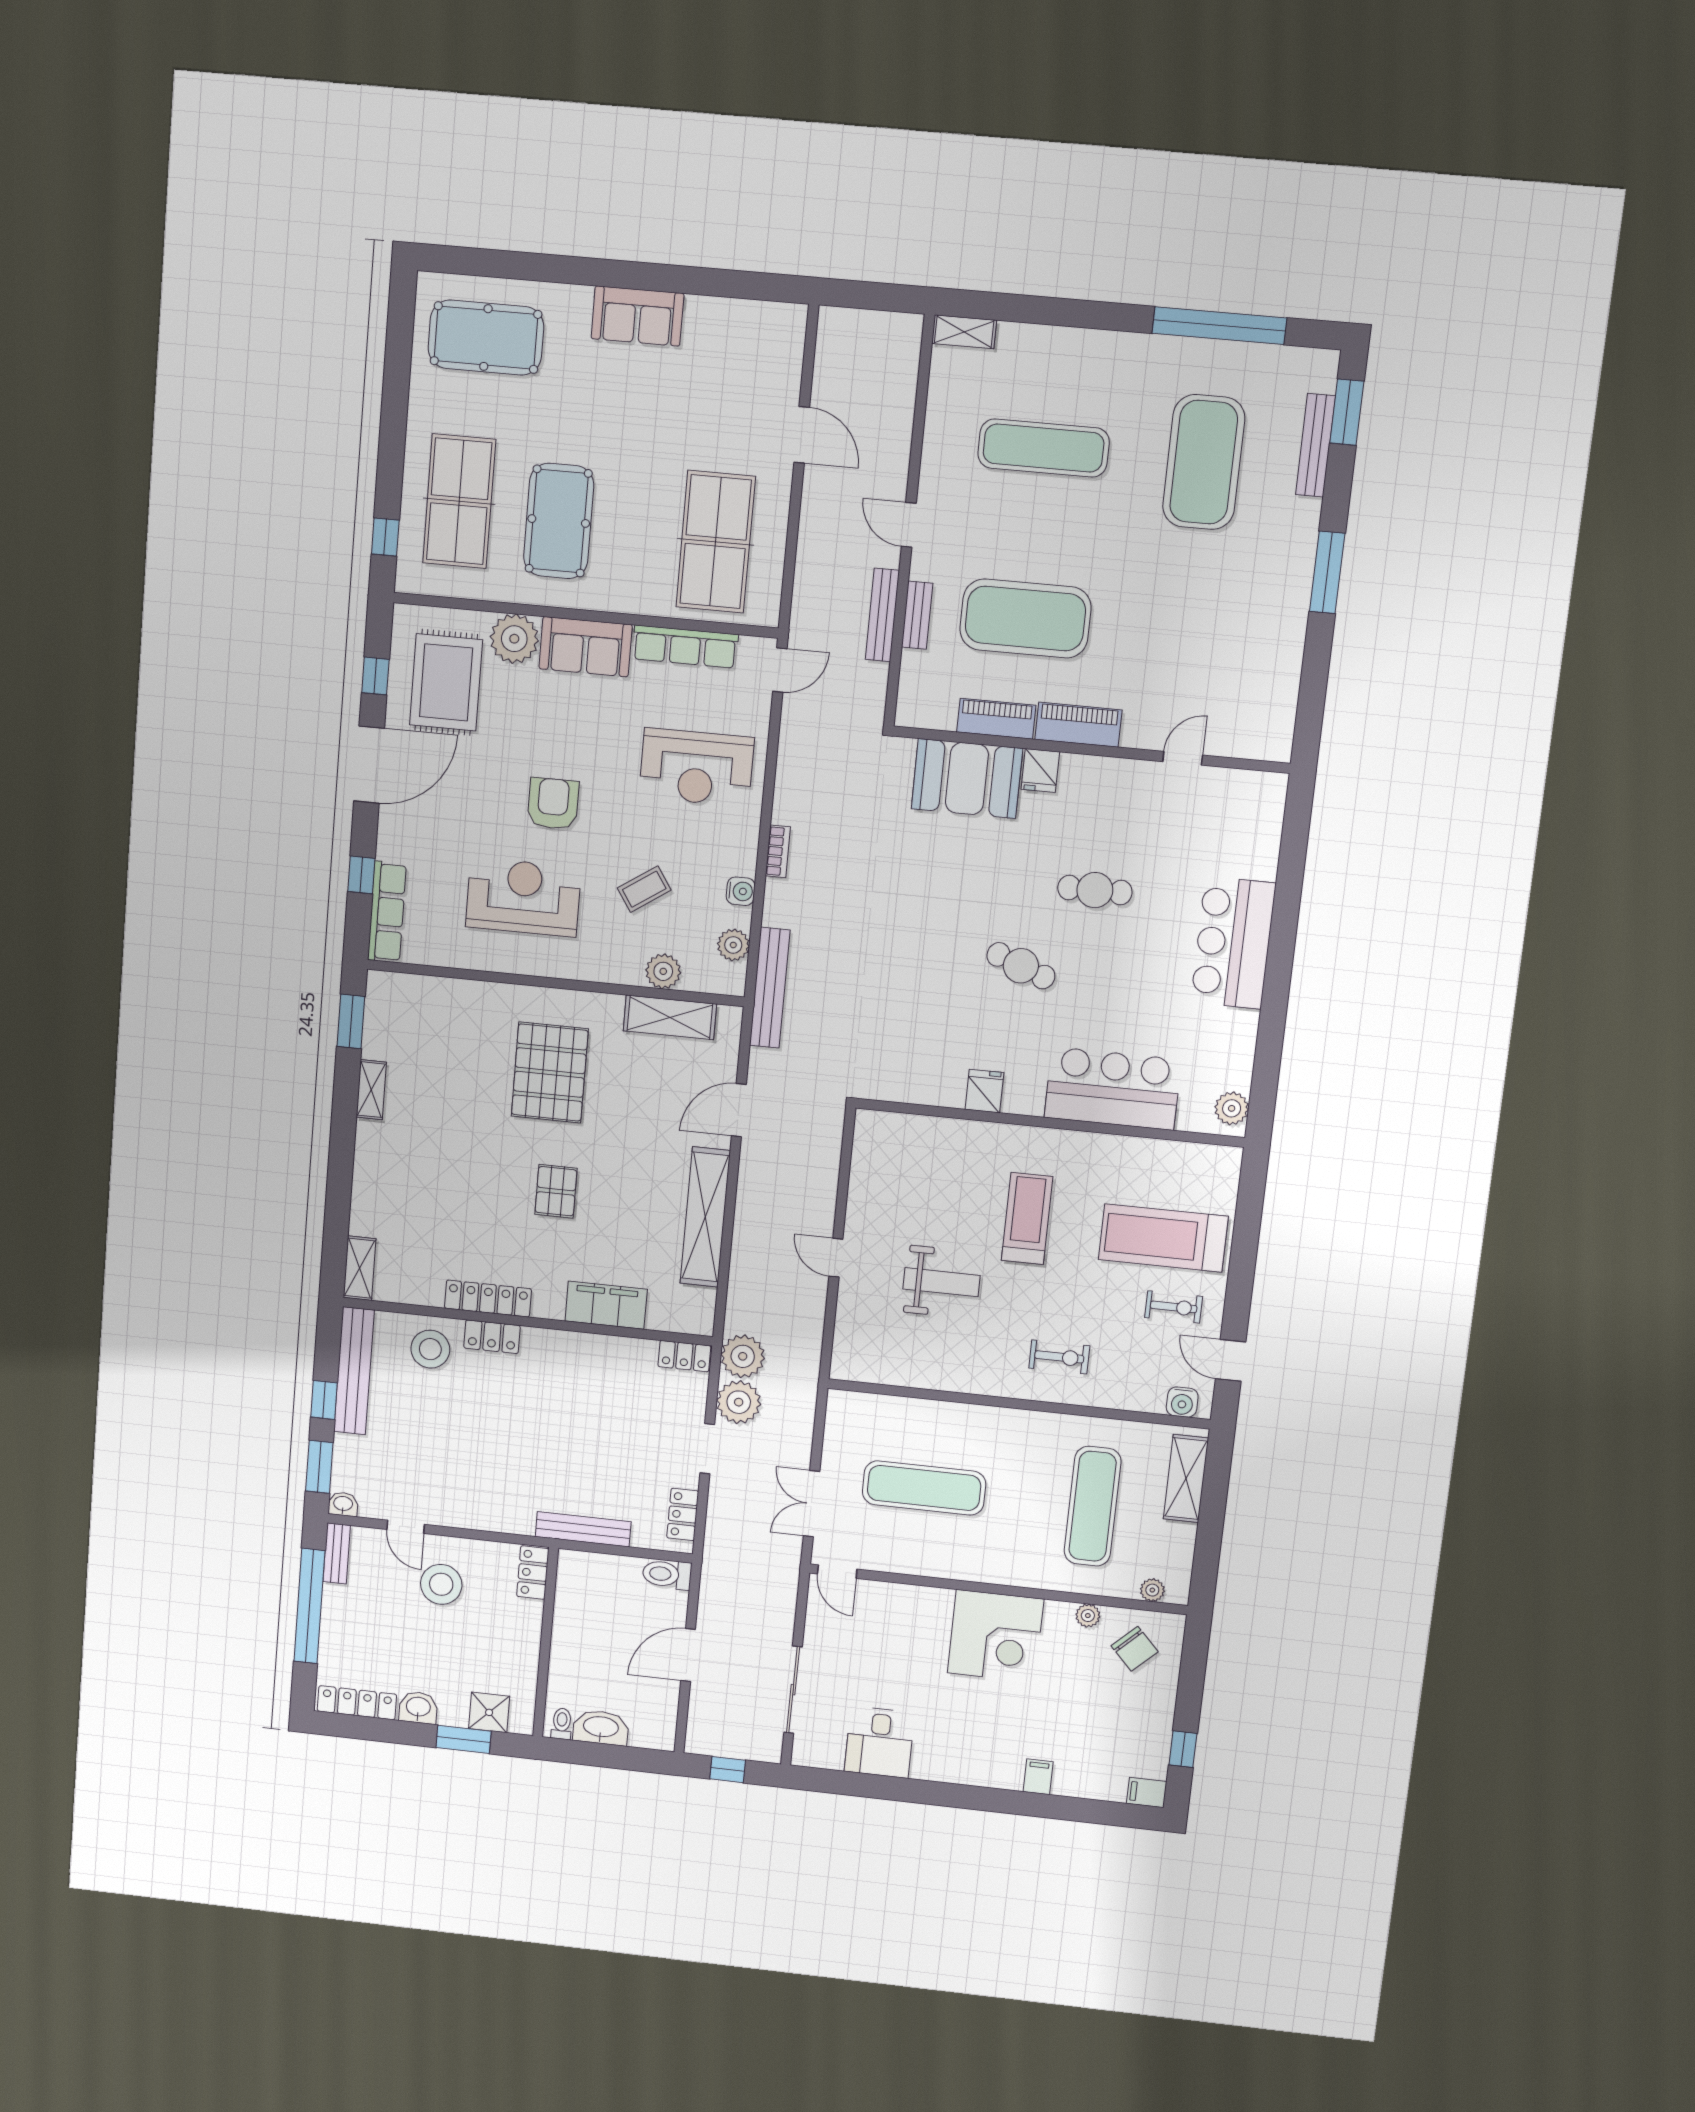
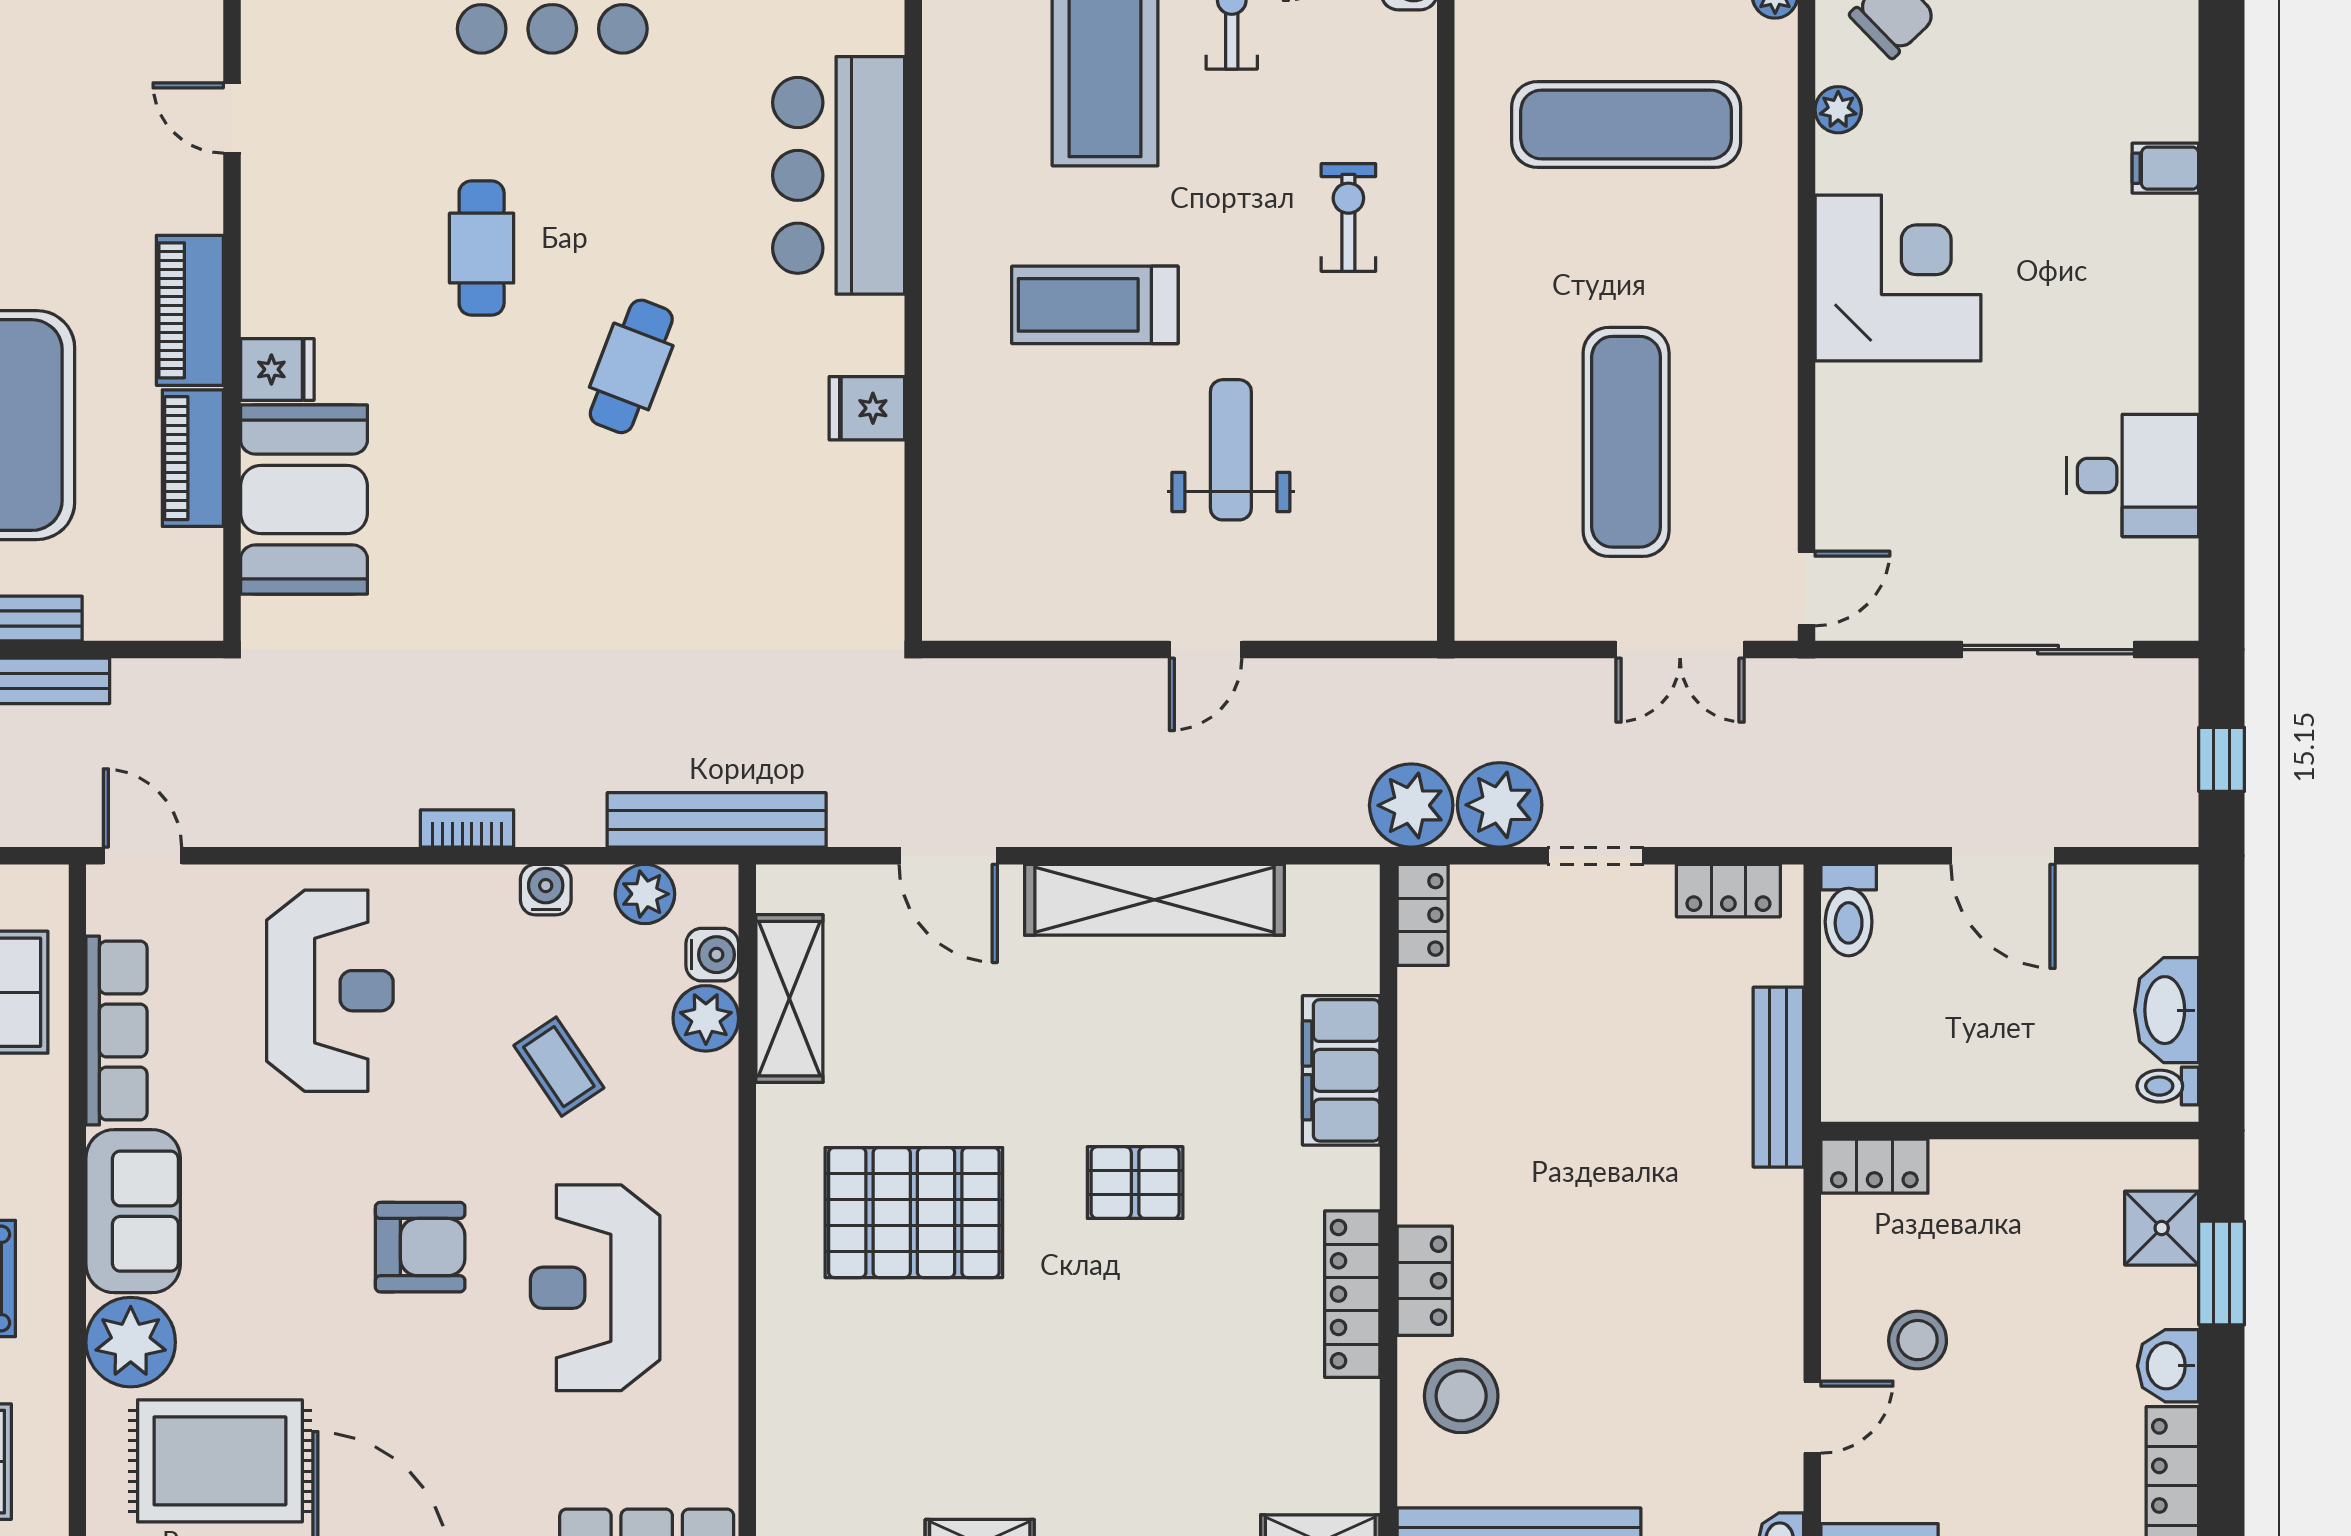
armchair: (553, 804) -> (420, 1247), turned 180
water cooler: (697, 978) -> (712, 955), added
stool: (441, 1584) -> (1918, 1340), width x0.73, depth x0.73

